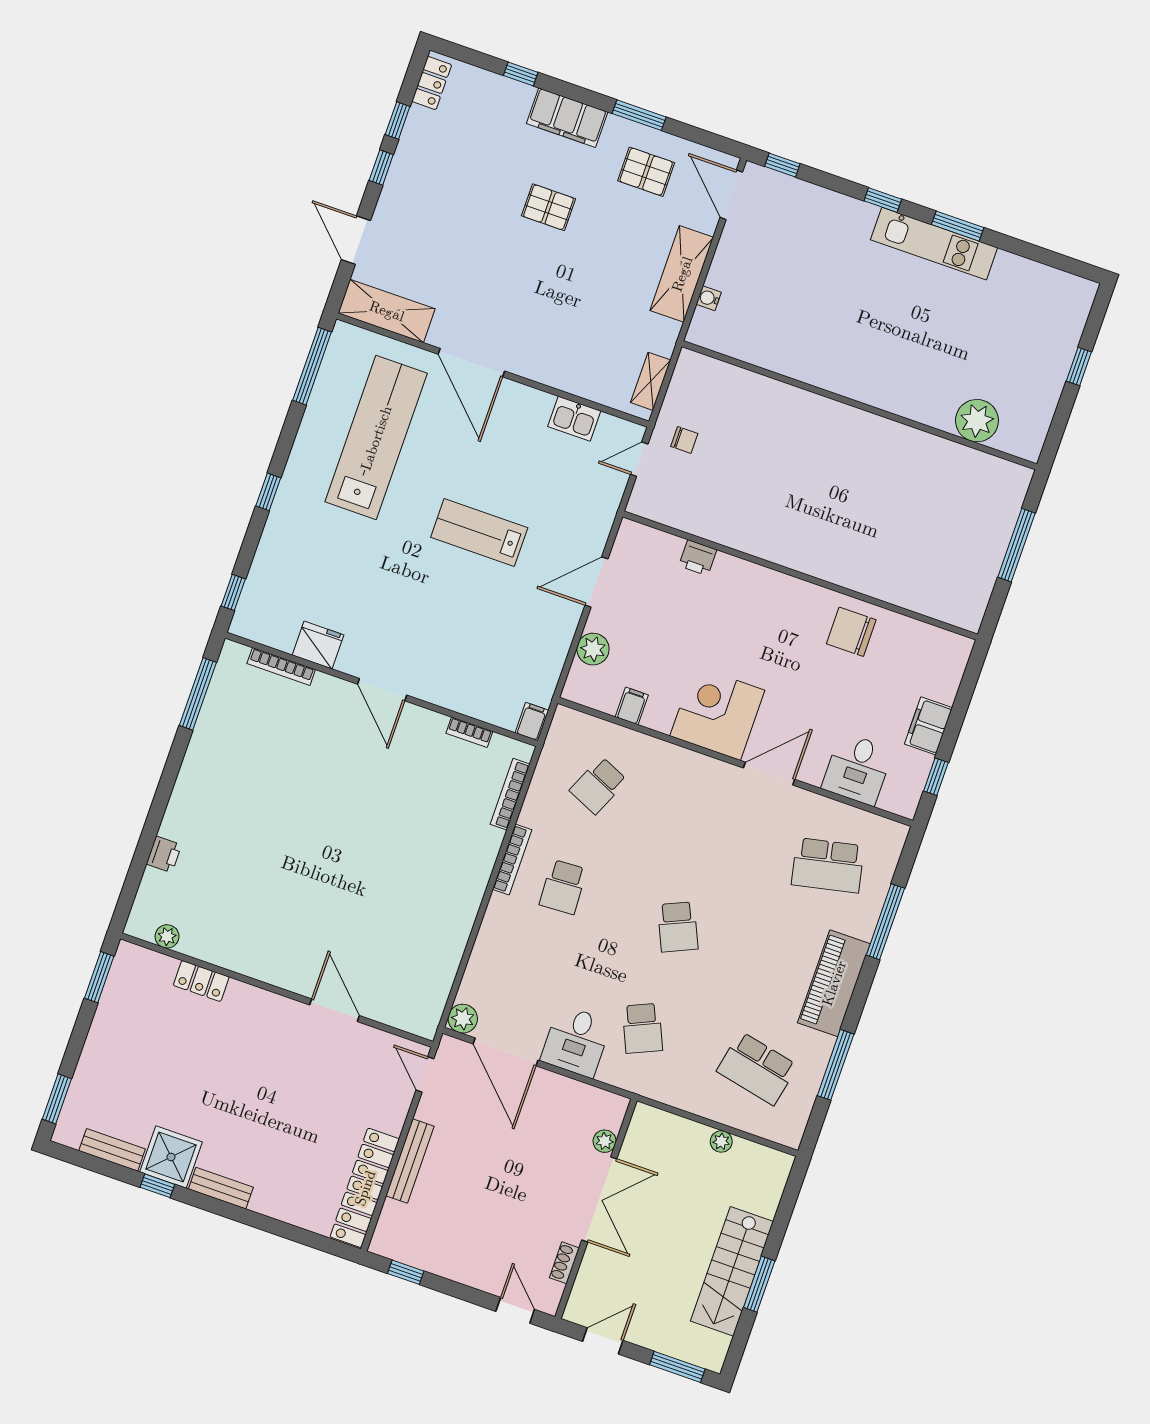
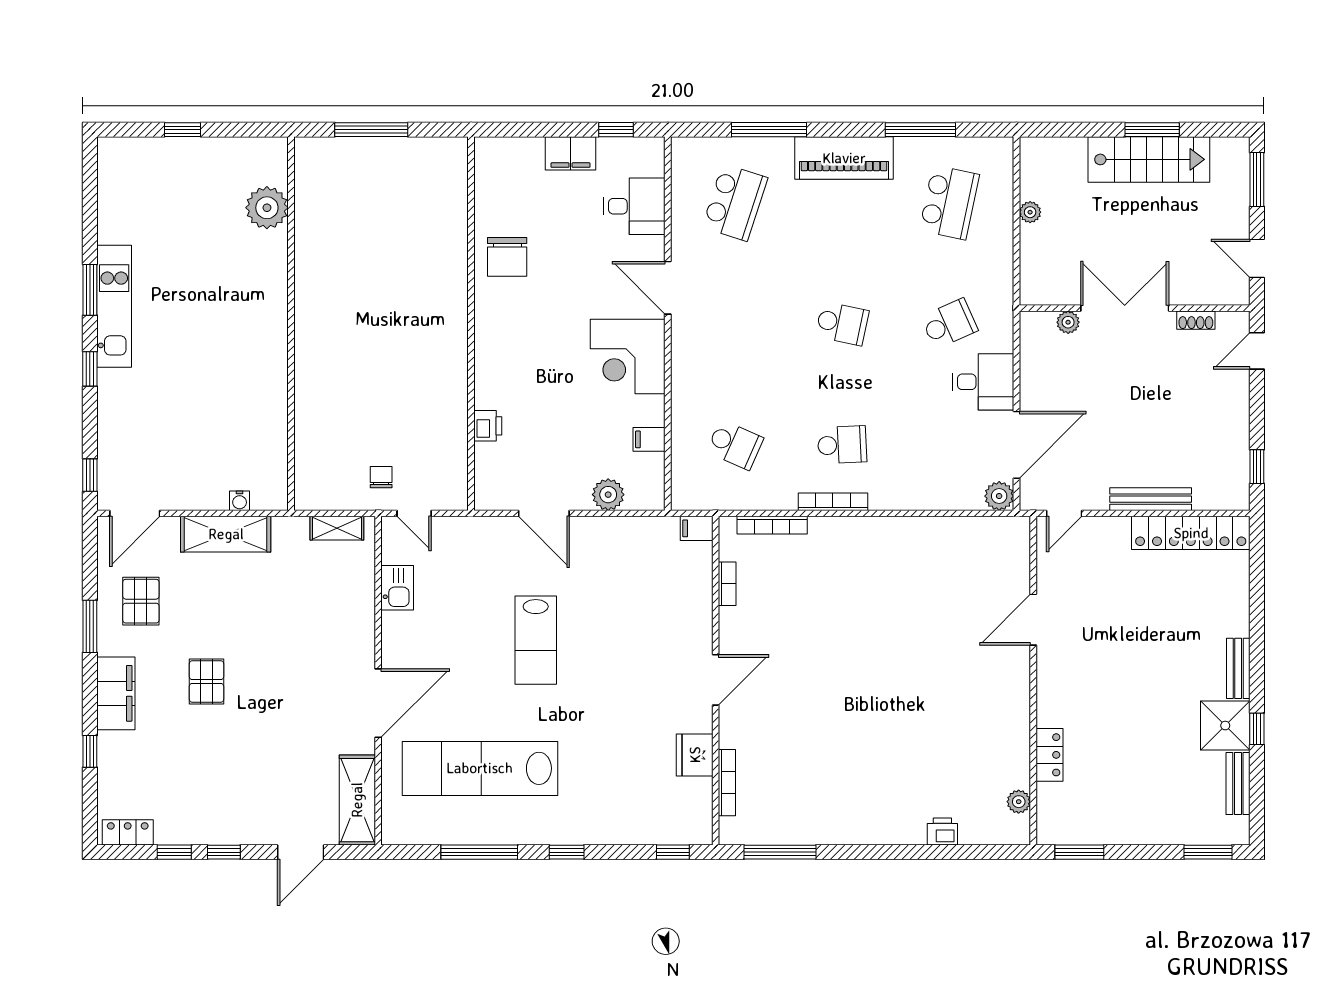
window: (312, 366) -> (479, 852), moved
school desk: (828, 865) -> (735, 202), turned 30
school desk: (678, 927) -> (842, 324), turned 36

